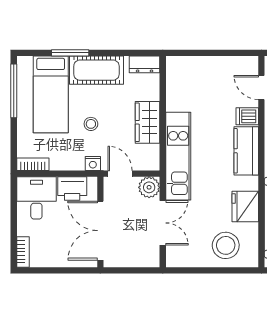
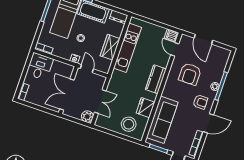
dishwasher: (247, 116) -> (171, 36), moved
kitchen unit: (178, 156) -> (127, 48), moved
plant: (149, 187) -> (87, 116), moved
printer: (72, 189) -> (60, 68), removed

